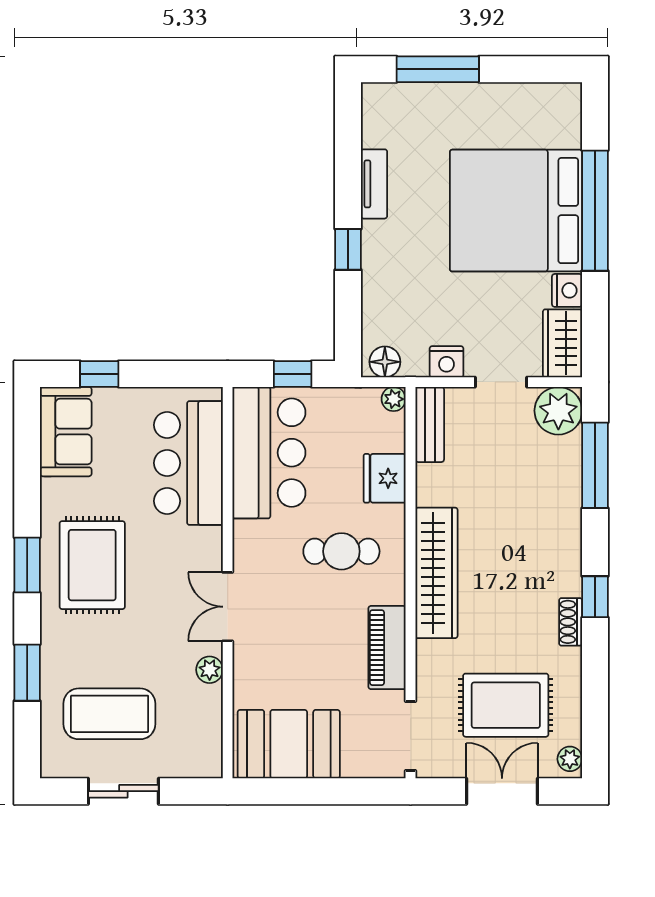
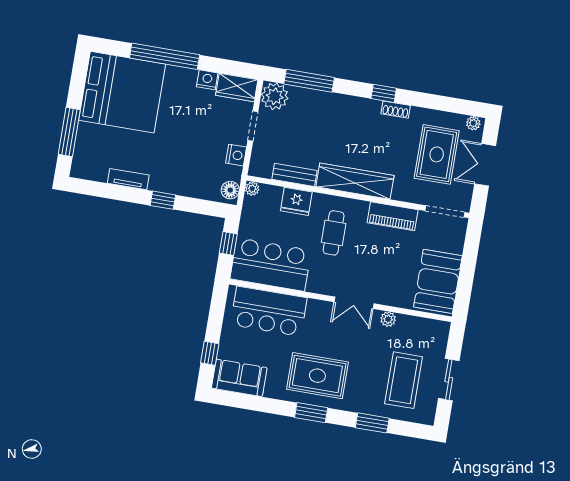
bed: (516, 211) -> (122, 92), moved, turned -90
bench: (430, 424) -> (295, 175), moved

